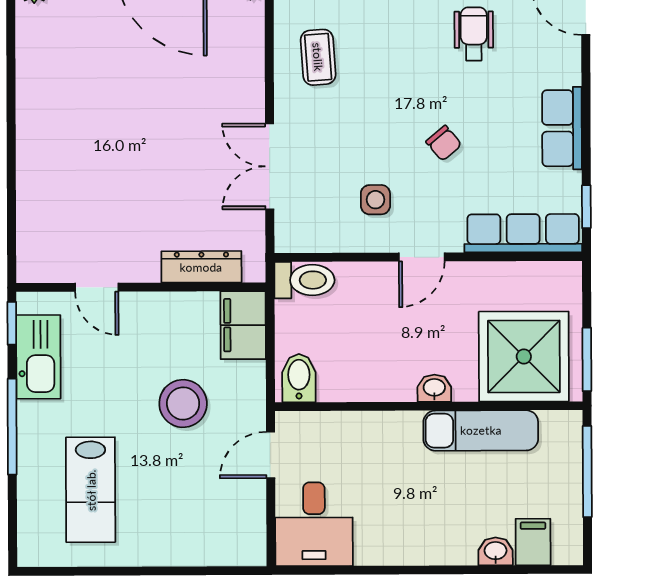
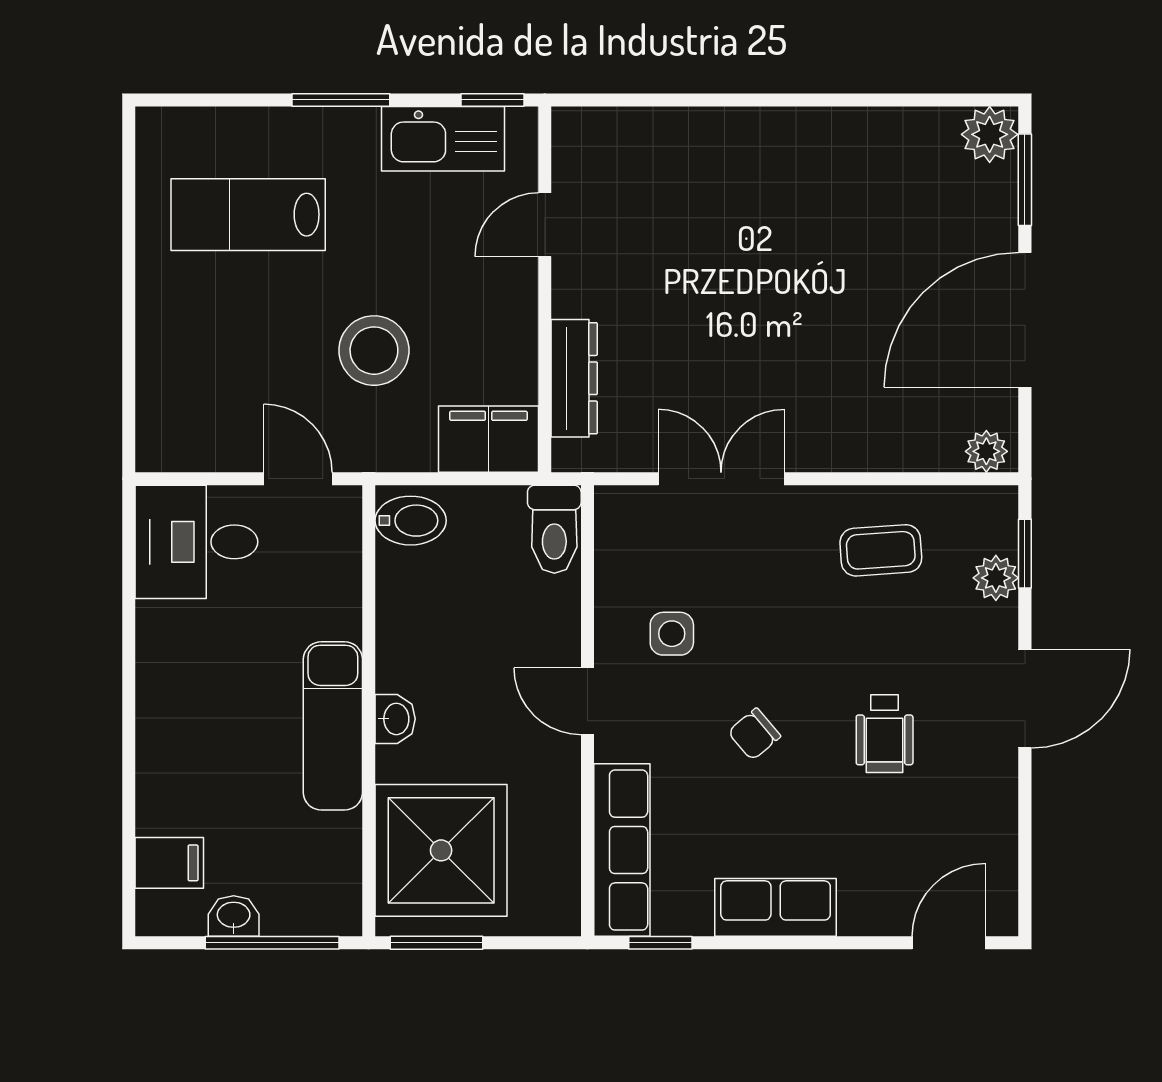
wheelchair: (474, 34) -> (885, 734), moved, turned 90
window: (12, 427) -> (341, 100), width x0.69
exam couch: (481, 430) -> (333, 726), moved
washbasin: (495, 551) -> (234, 916), moved, turned -90

